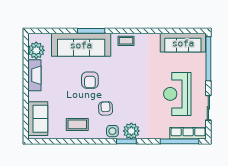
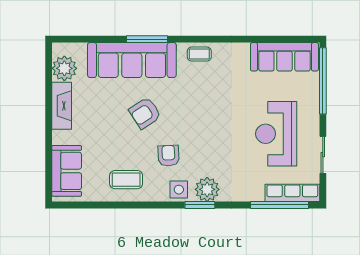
armchair: (90, 80) -> (145, 113), turned 57

